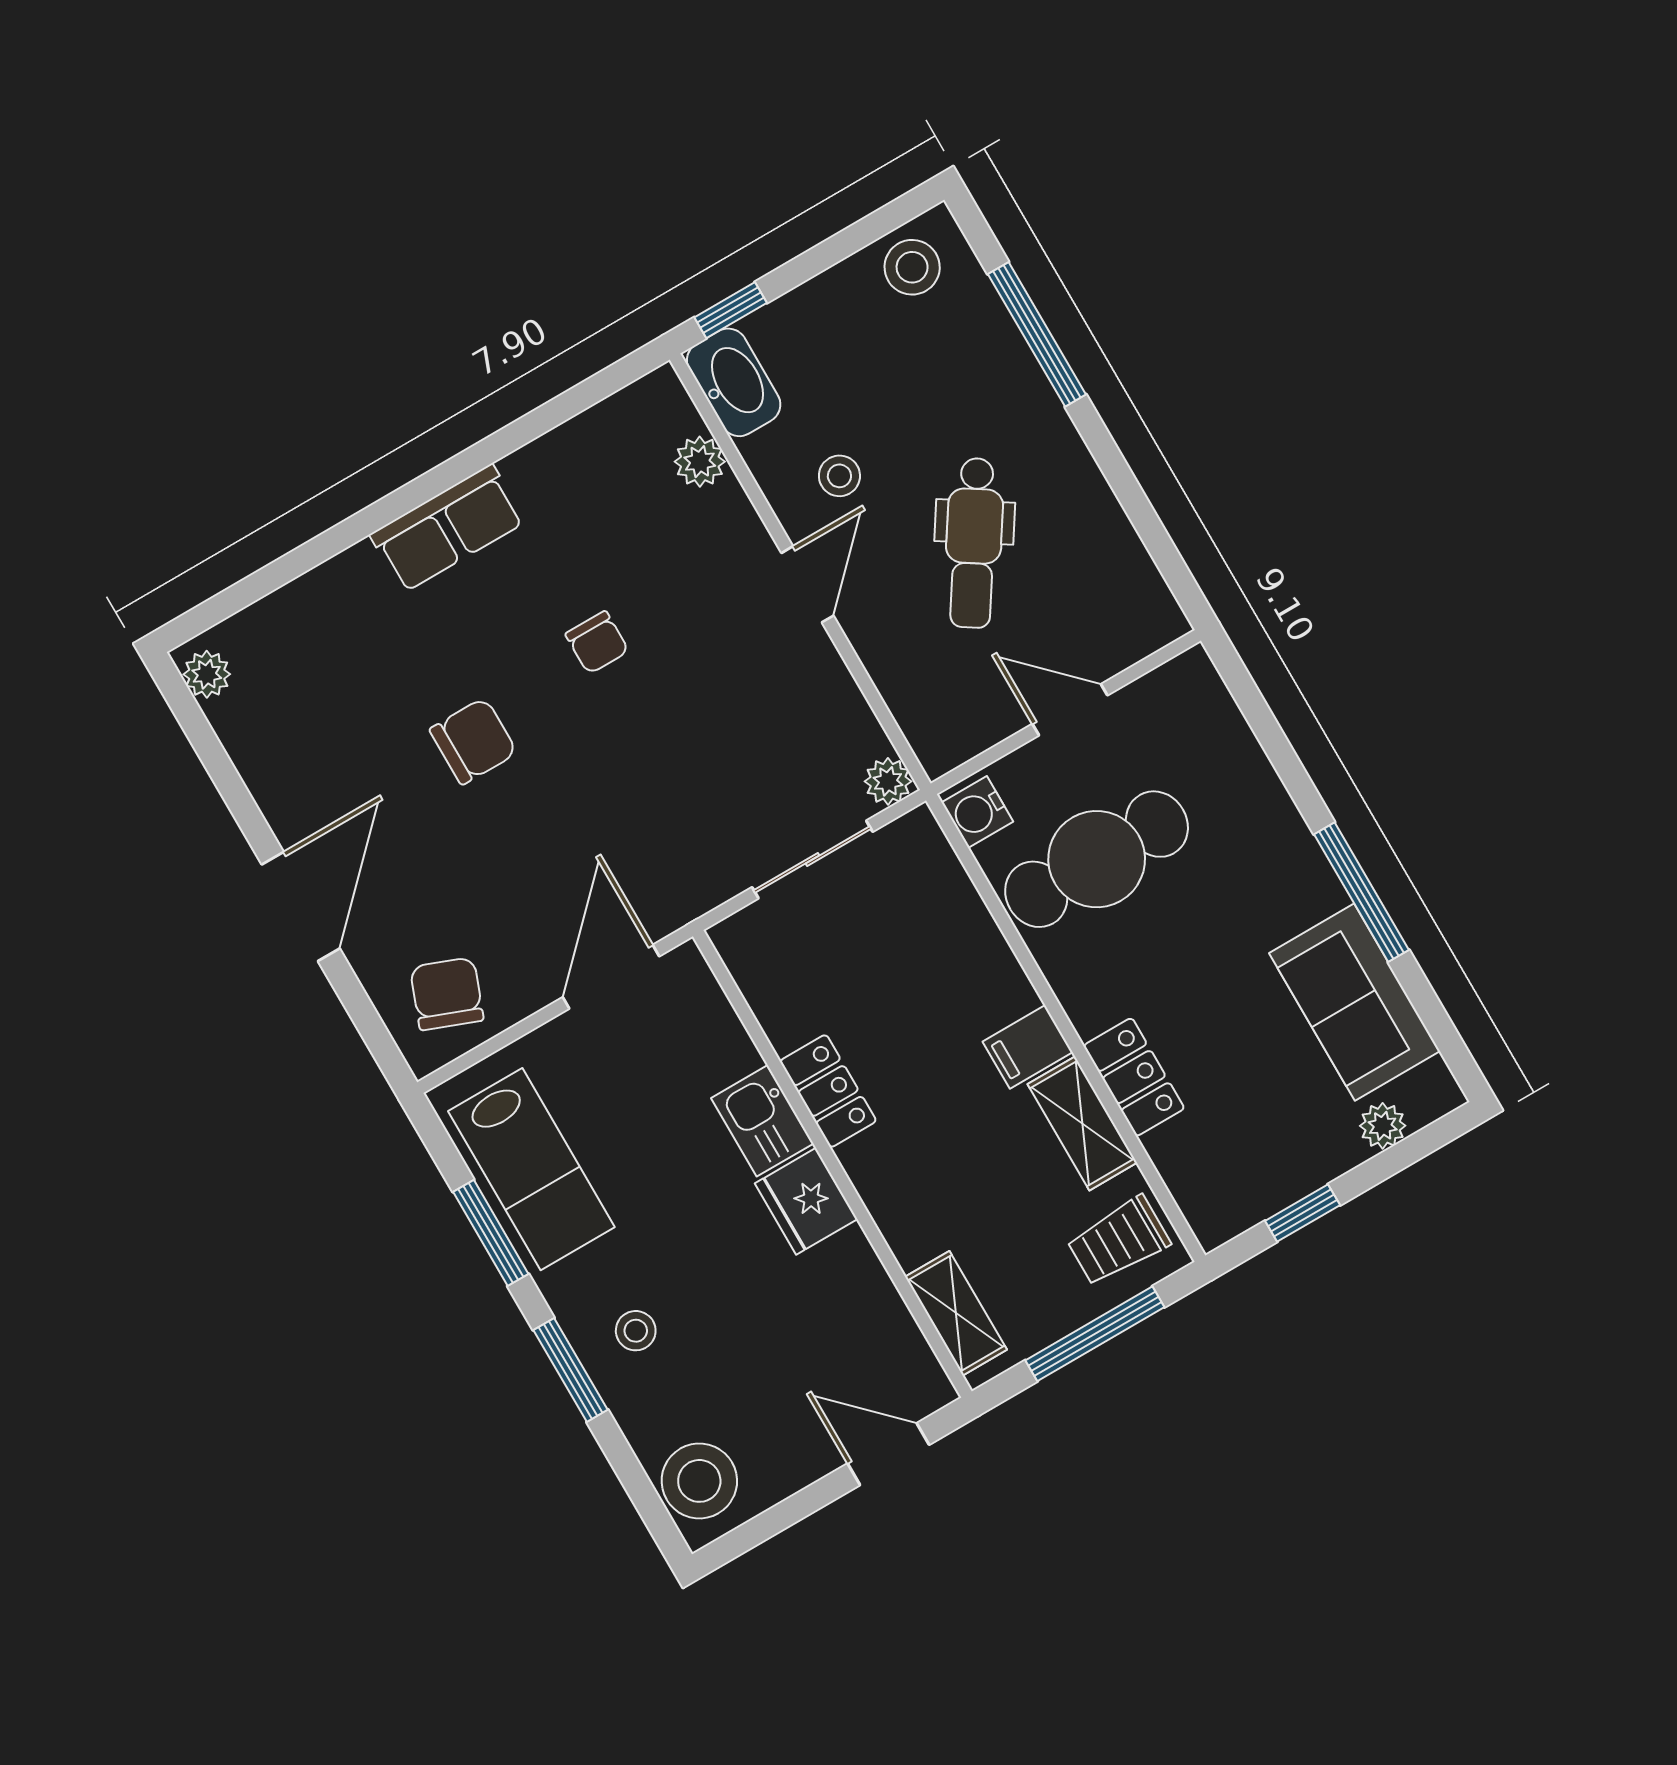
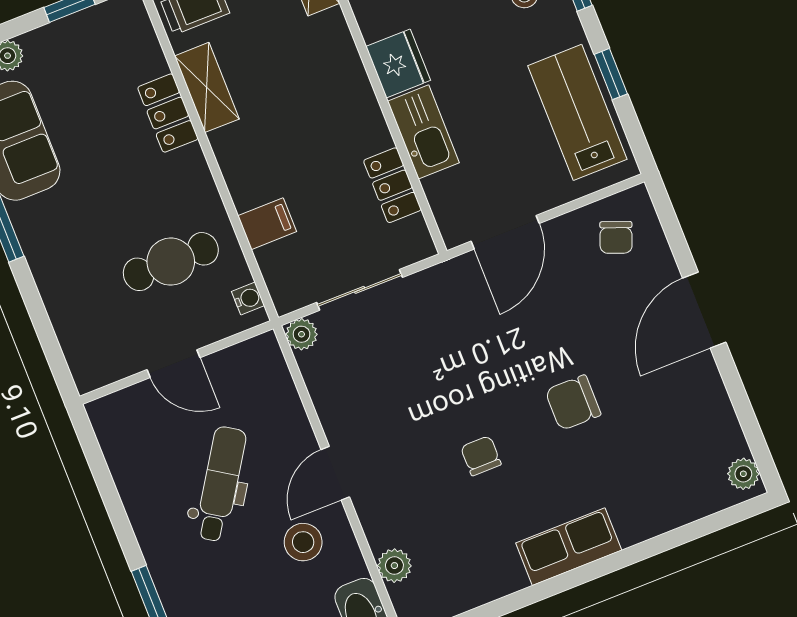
stool: (839, 476) -> (303, 542), width x1.37, depth x1.37
water cooler: (977, 812) -> (248, 299), width x0.72, depth x0.72
cafe table: (1097, 859) -> (171, 262), width x0.73, depth x0.74
chair: (447, 994) -> (616, 237), width x0.73, depth x0.73
filing cabinet: (1028, 1047) -> (267, 224), moved
locker: (828, 1091) -> (392, 185), moved
kitchen sink: (762, 1121) -> (423, 132), width x1.38
window: (491, 1233) -> (611, 74), width x0.67

